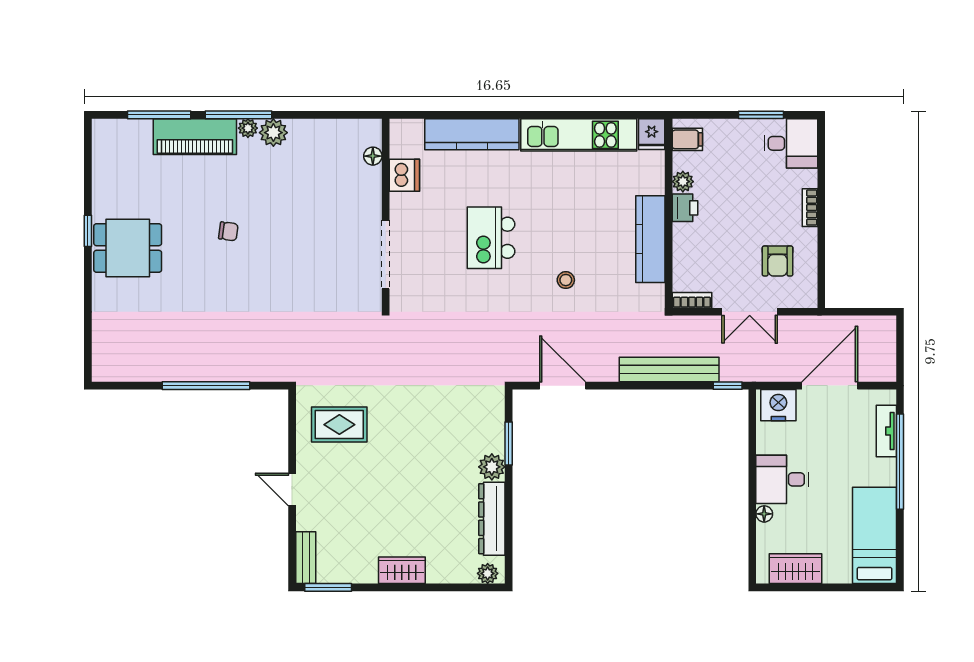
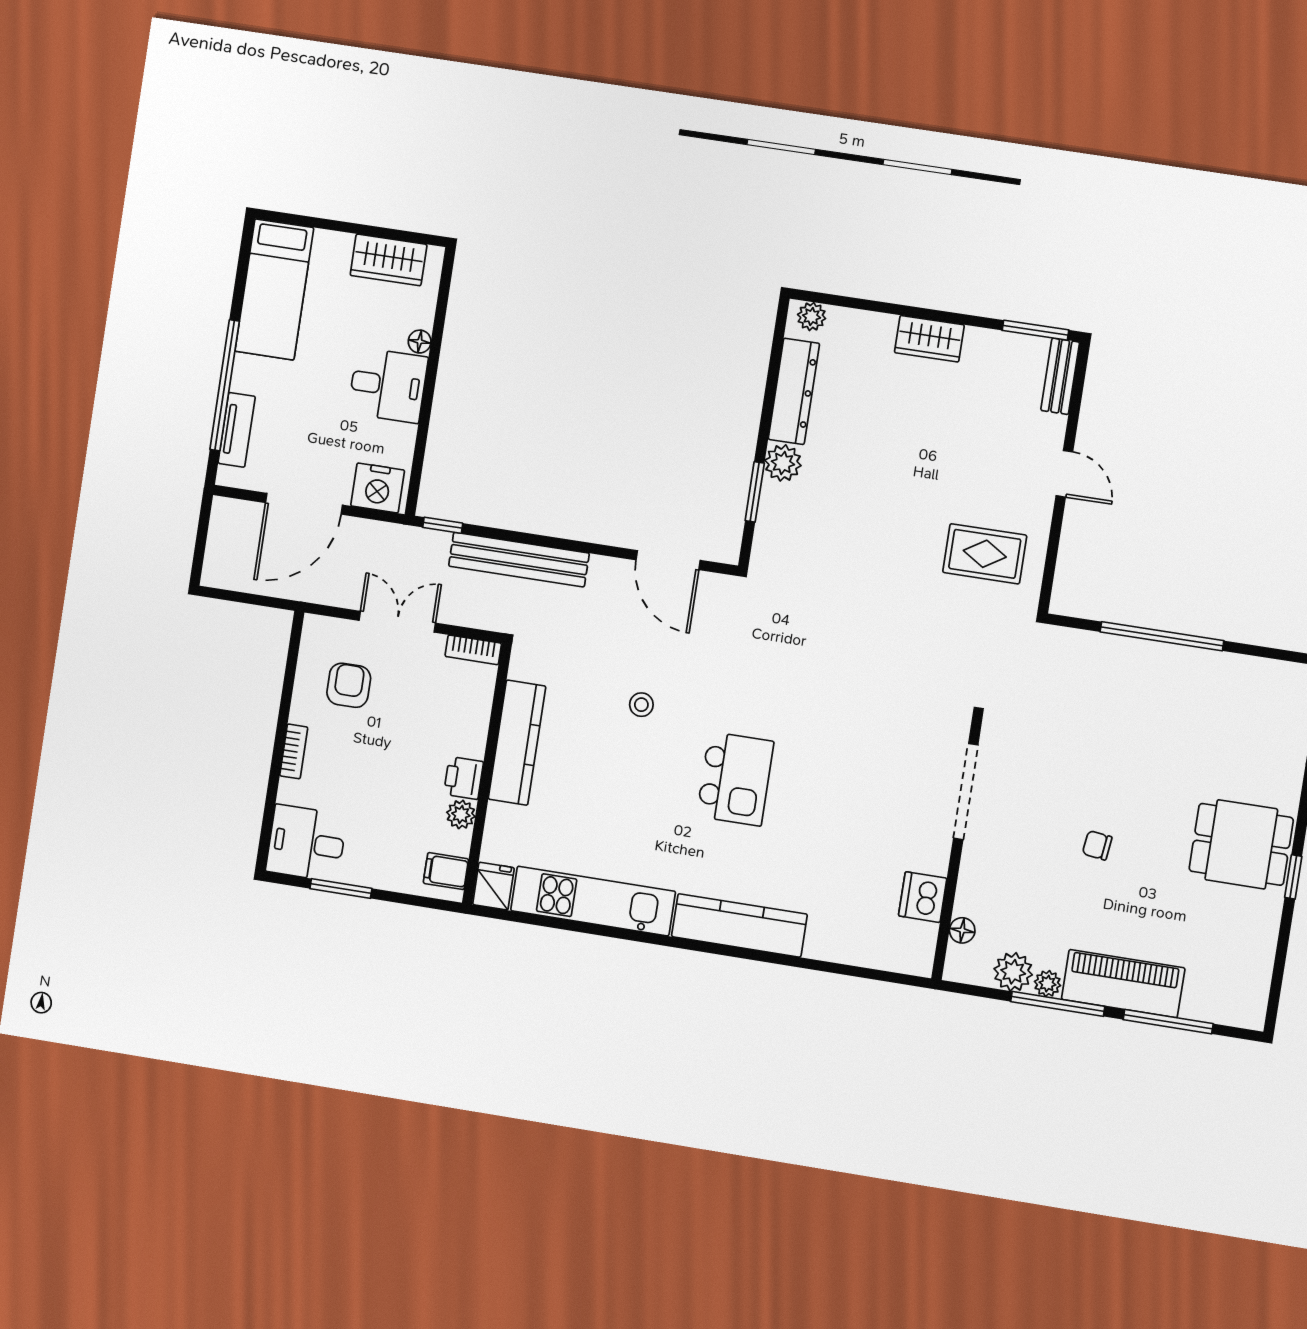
floor lamp: (373, 156) -> (962, 930), moved
dishwasher: (404, 175) -> (923, 897), moved
wall: (386, 213) -> (957, 848), moved
doorway: (386, 255) -> (966, 792), moved

